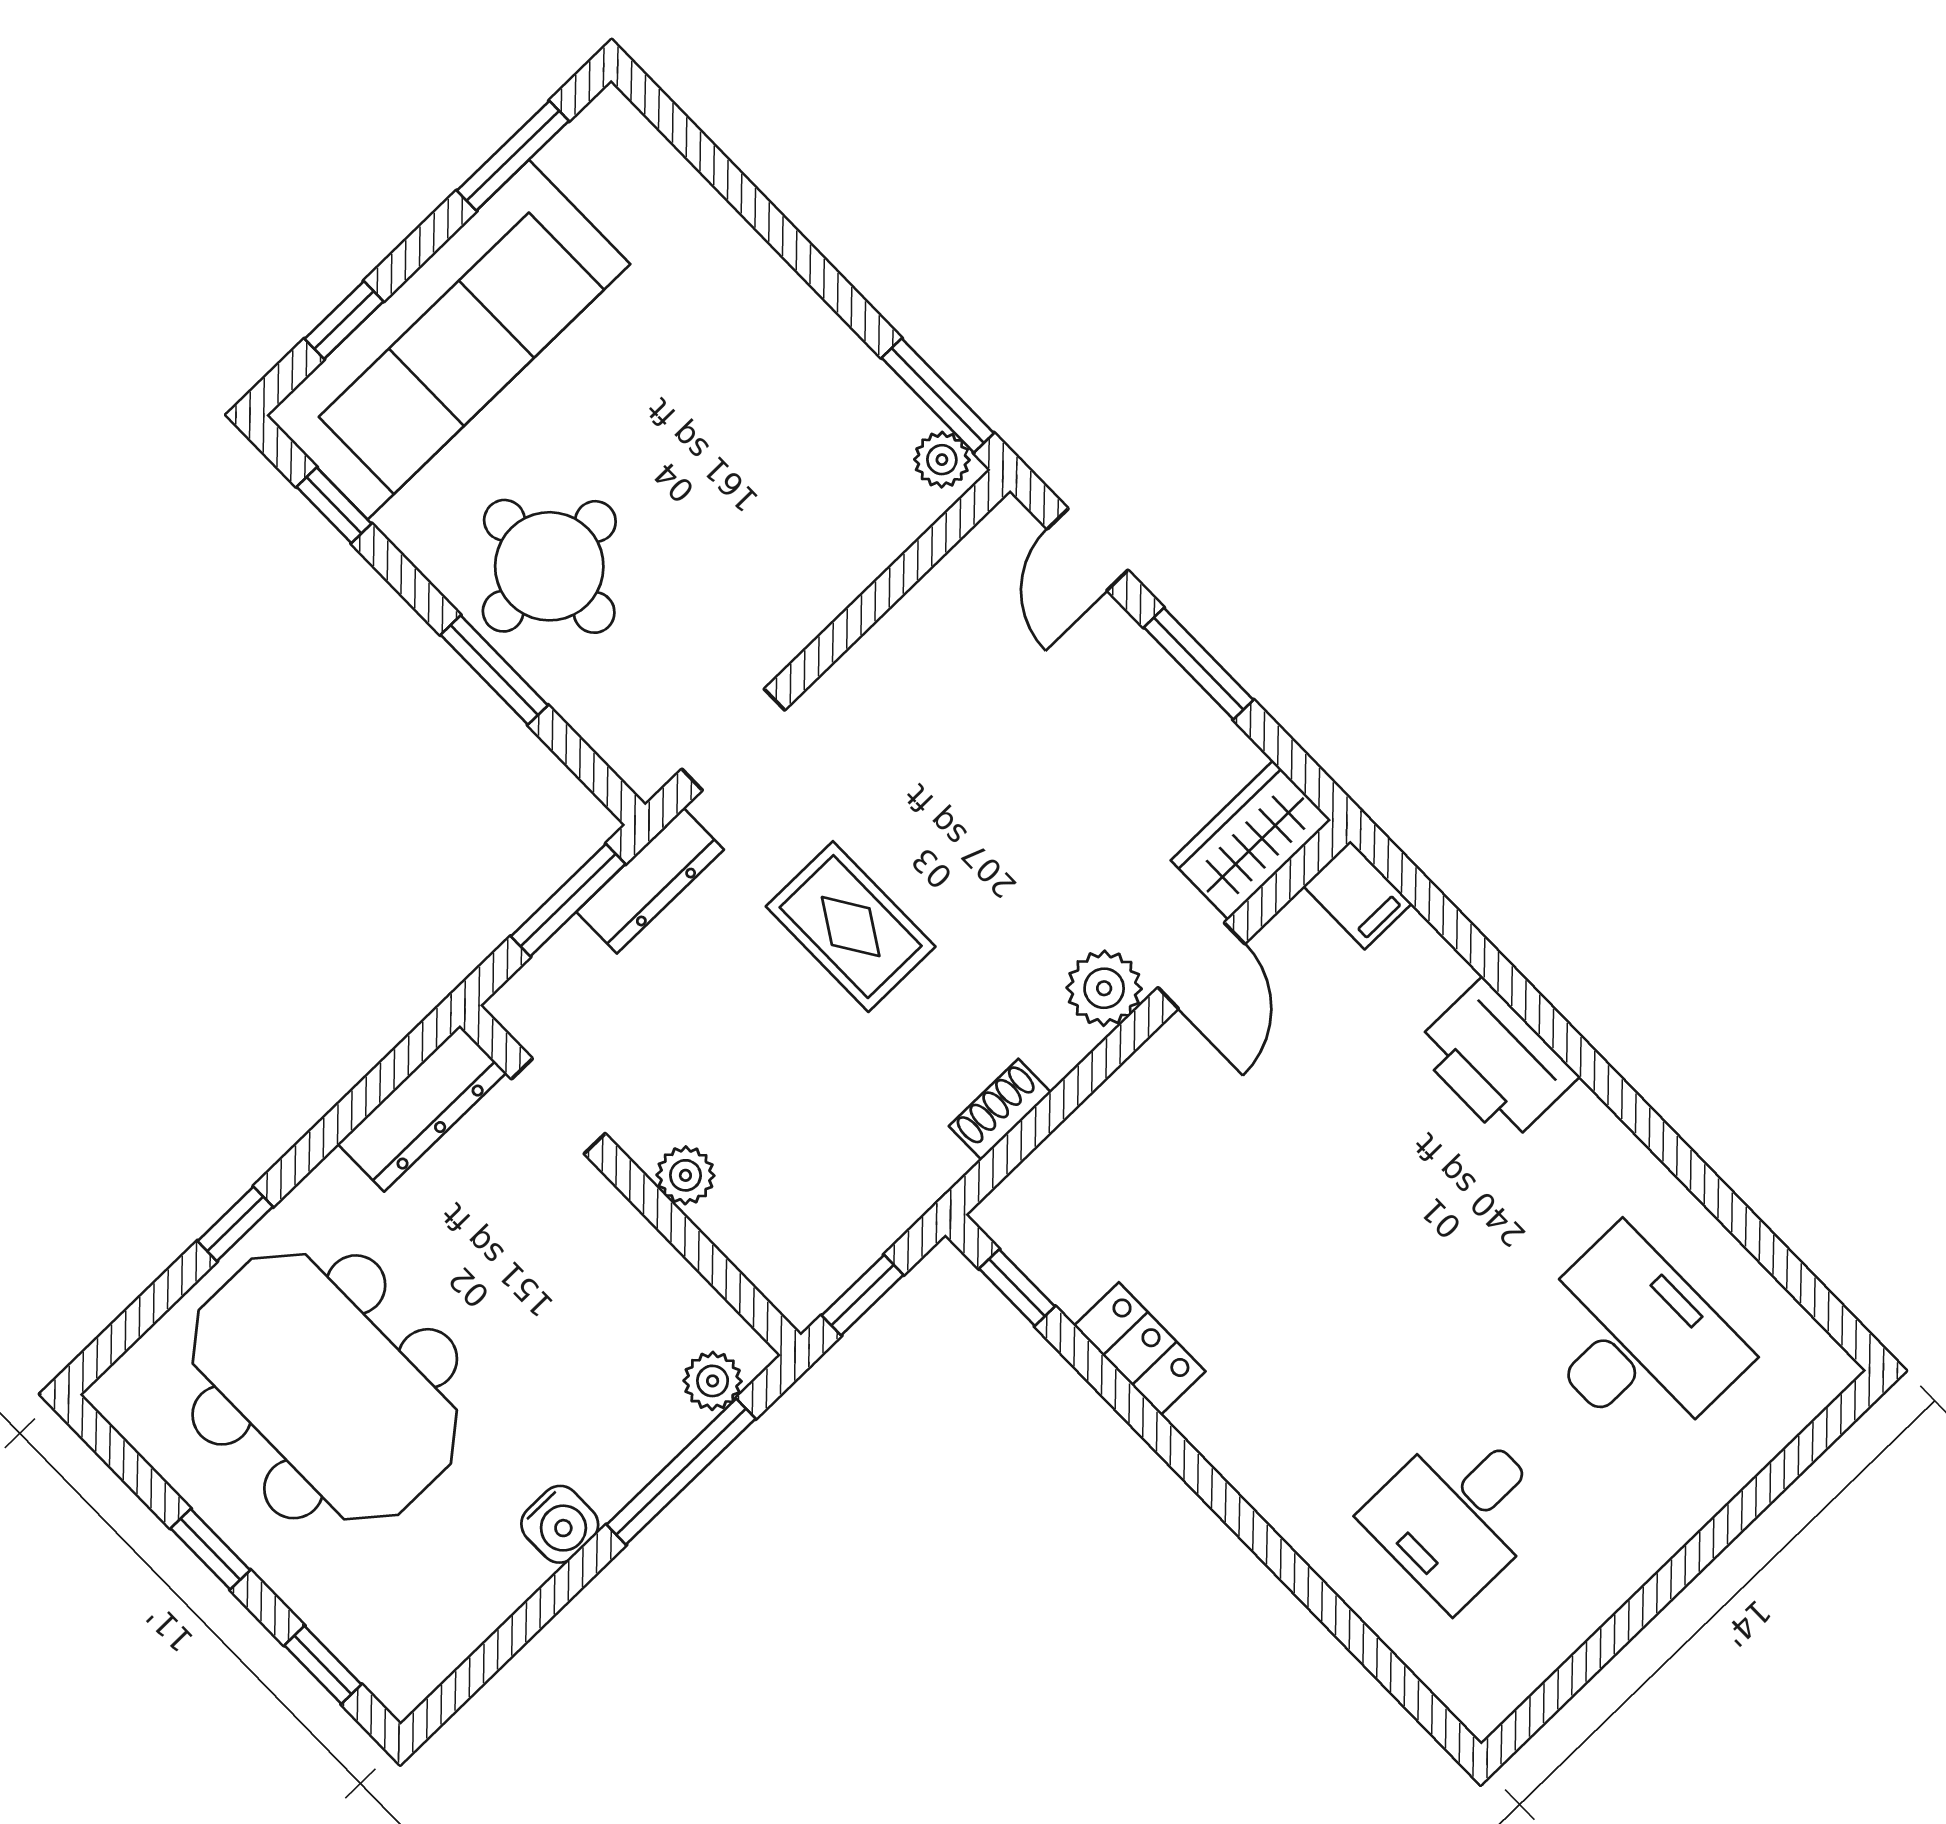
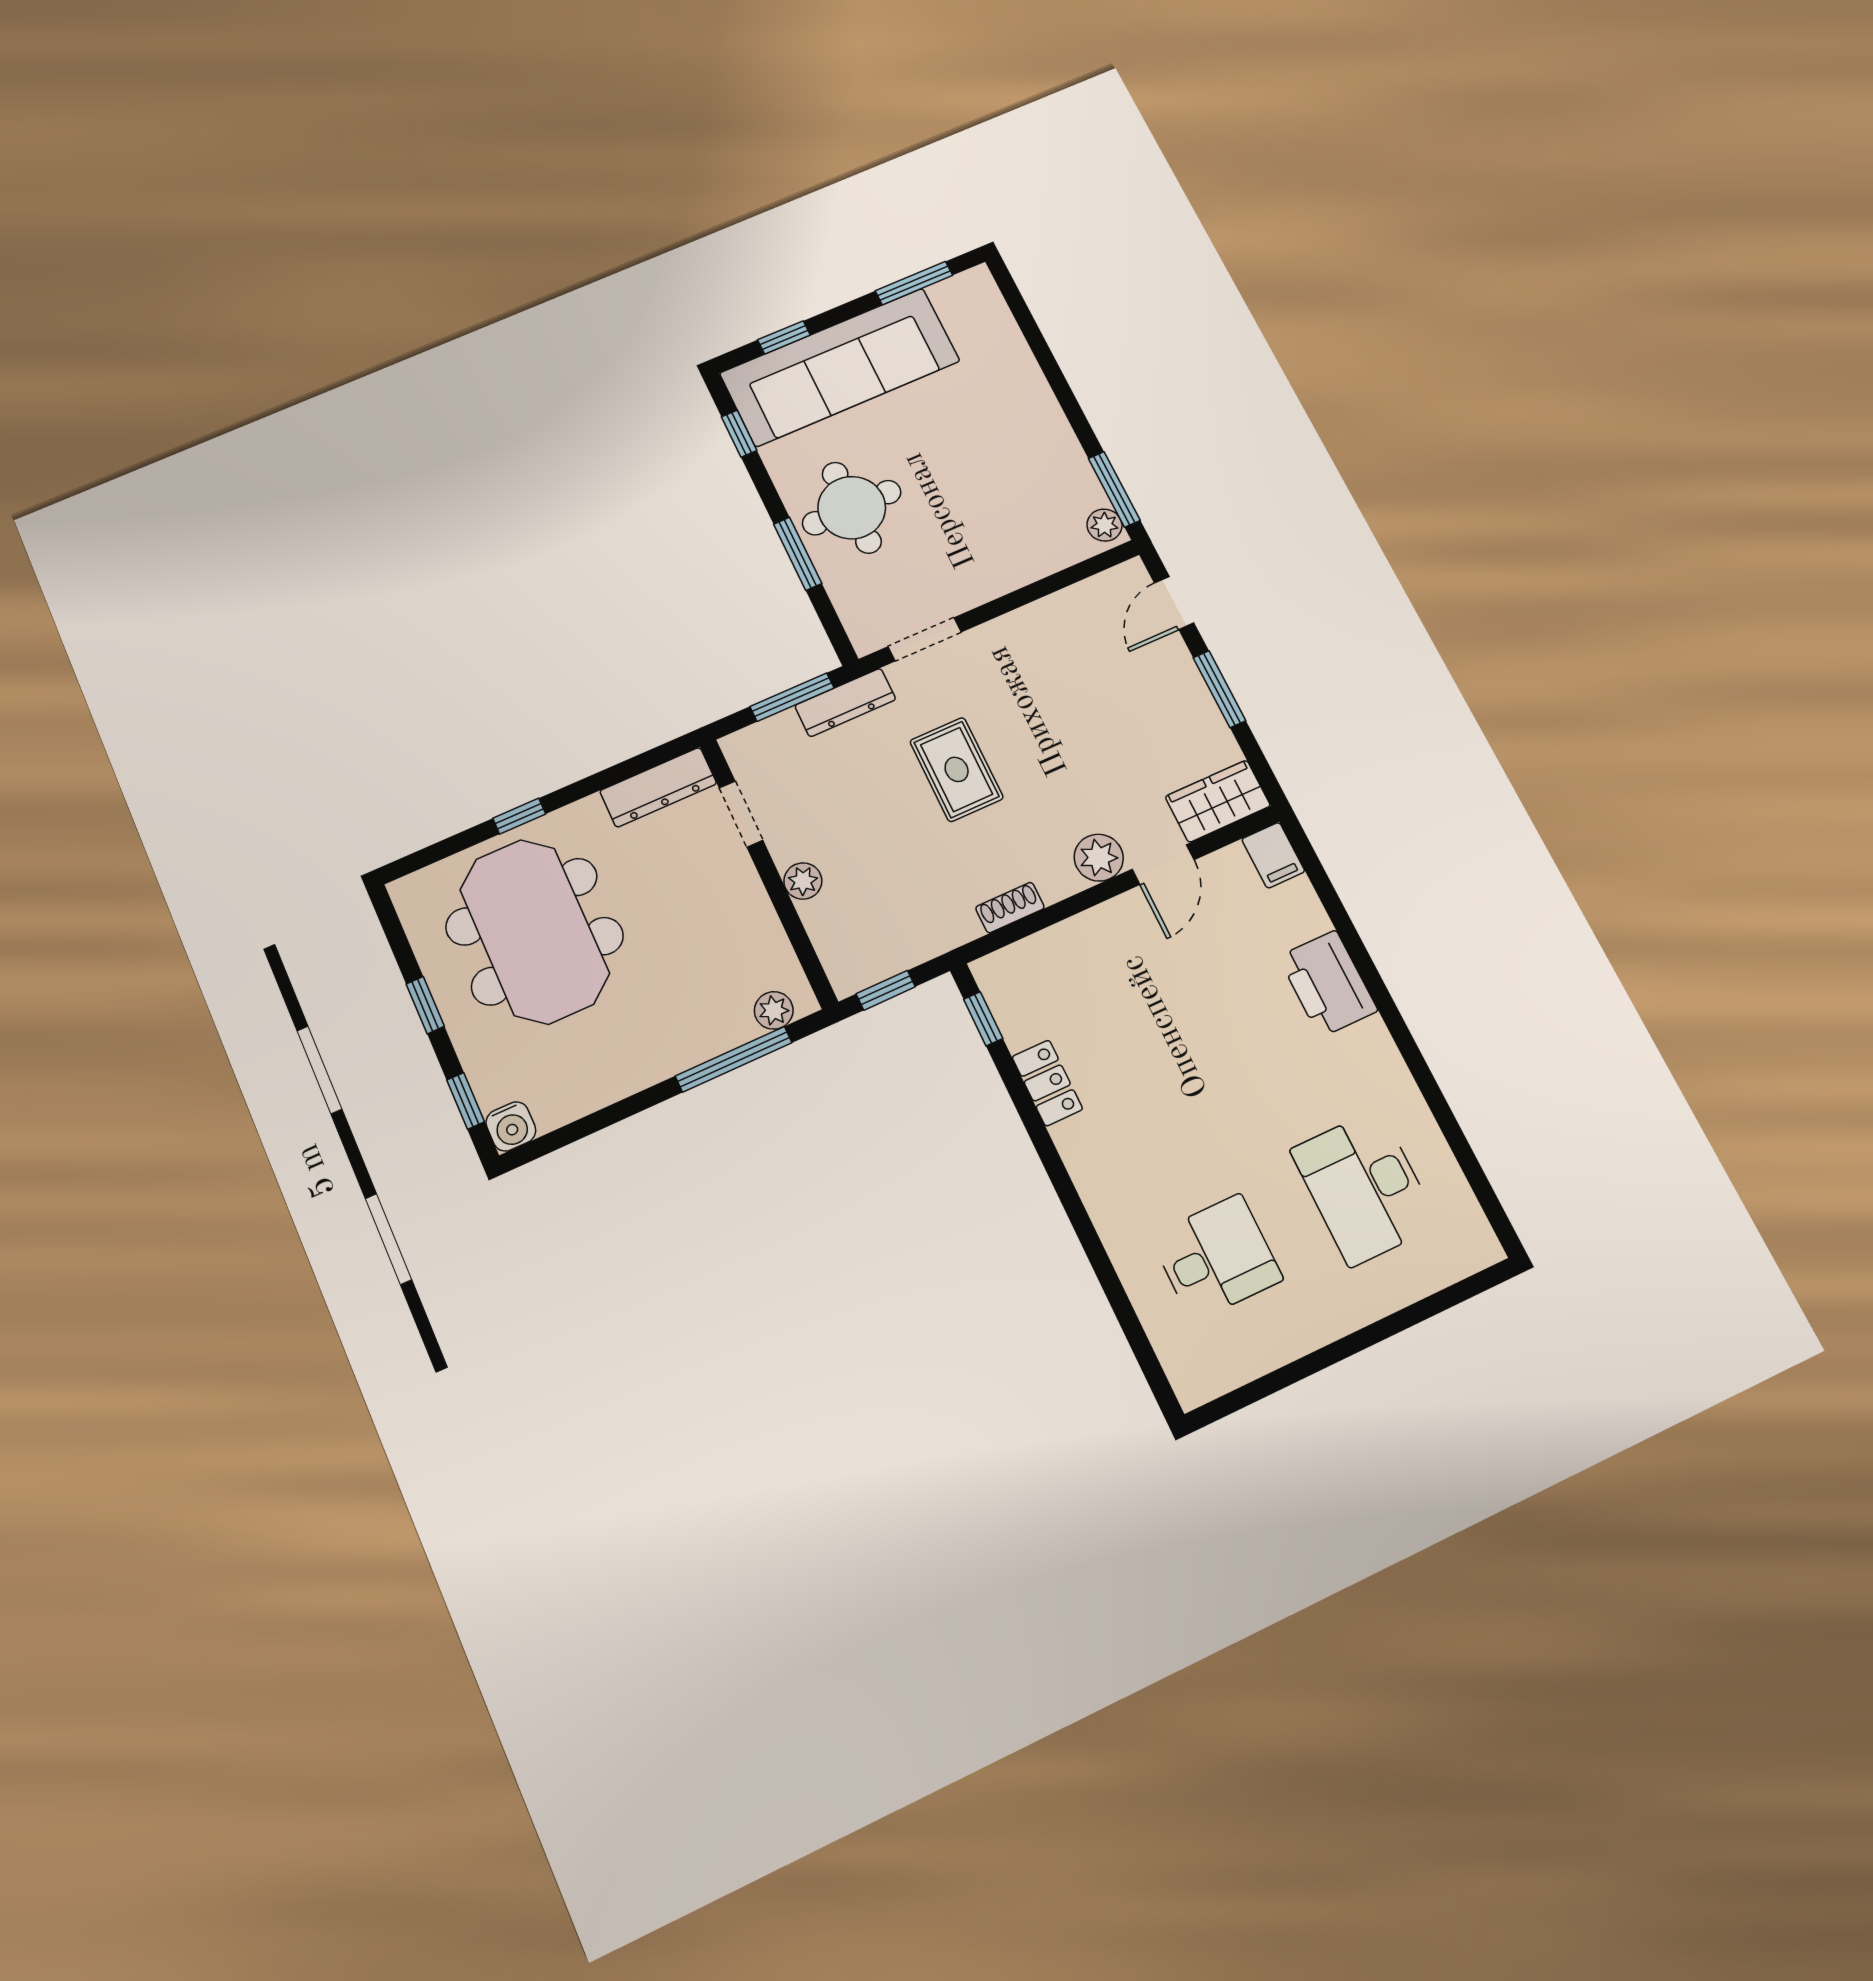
desk: (1636, 1341) -> (1365, 1187), turned 180
desk: (1458, 1514) -> (1216, 1258), turned 180
water cooler: (560, 1524) -> (511, 1126), moved

